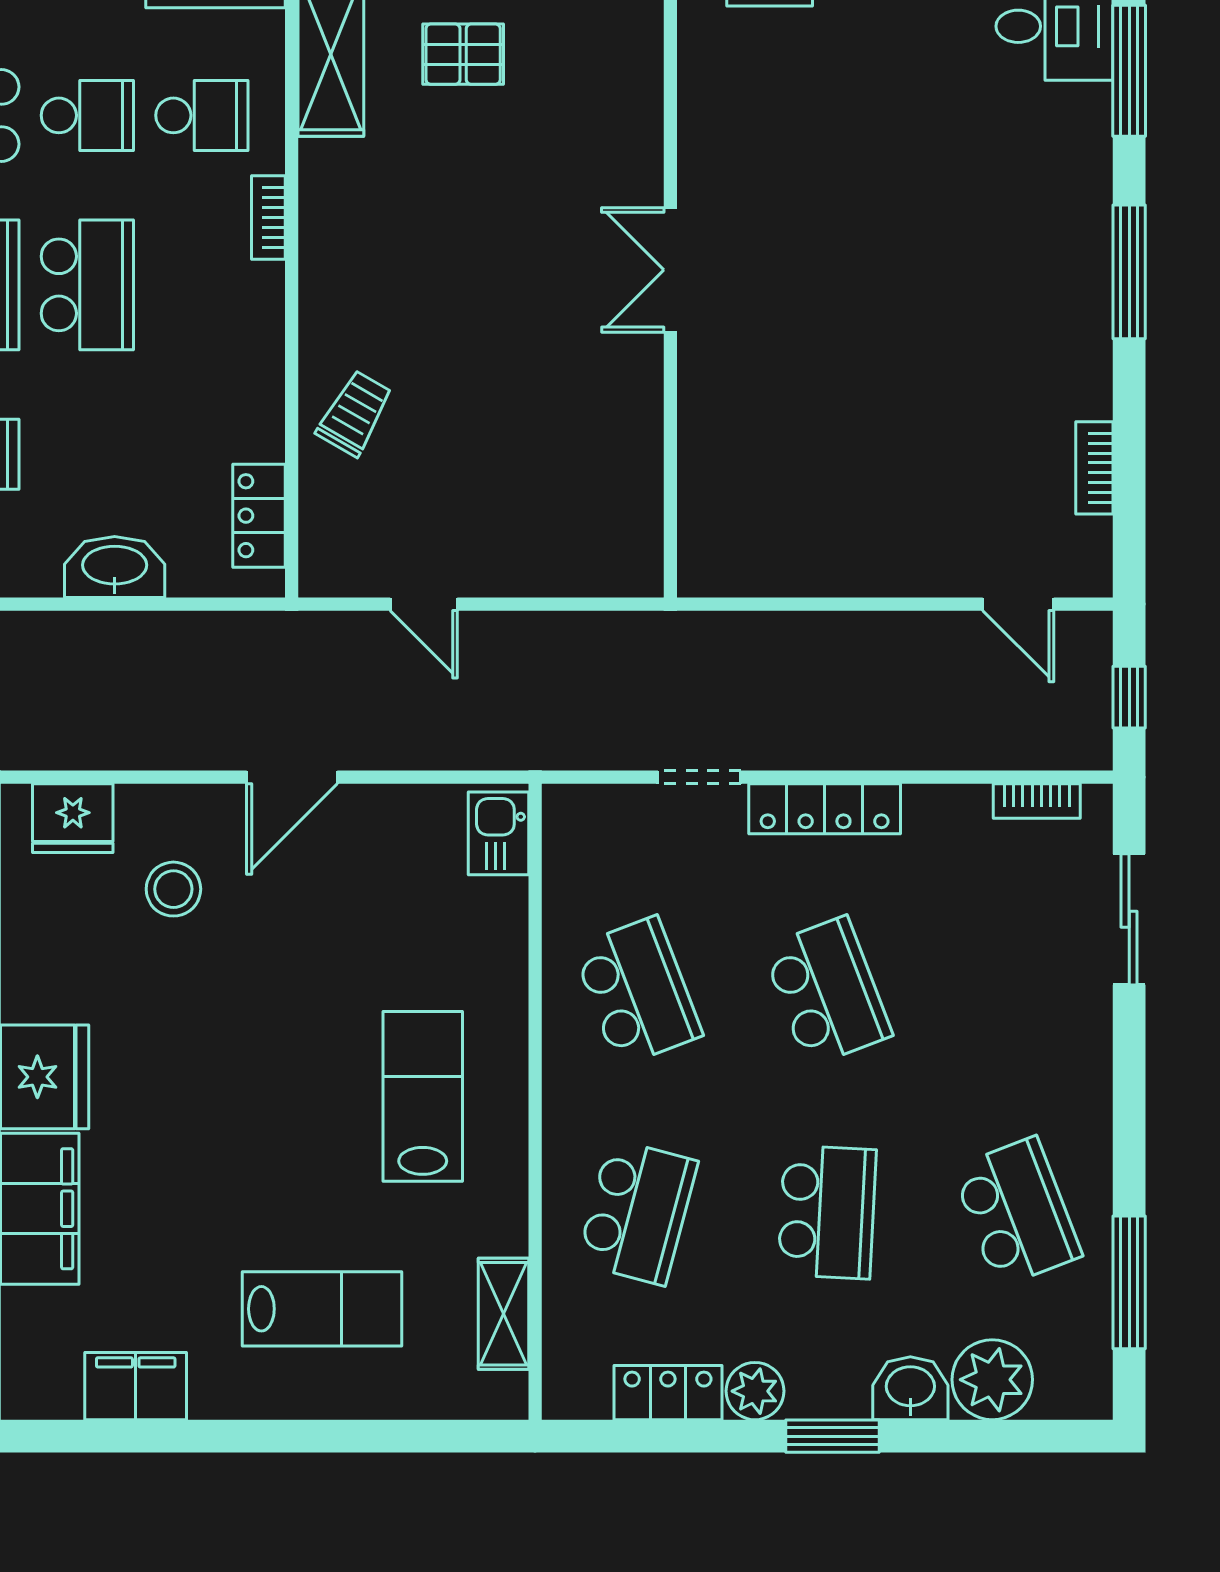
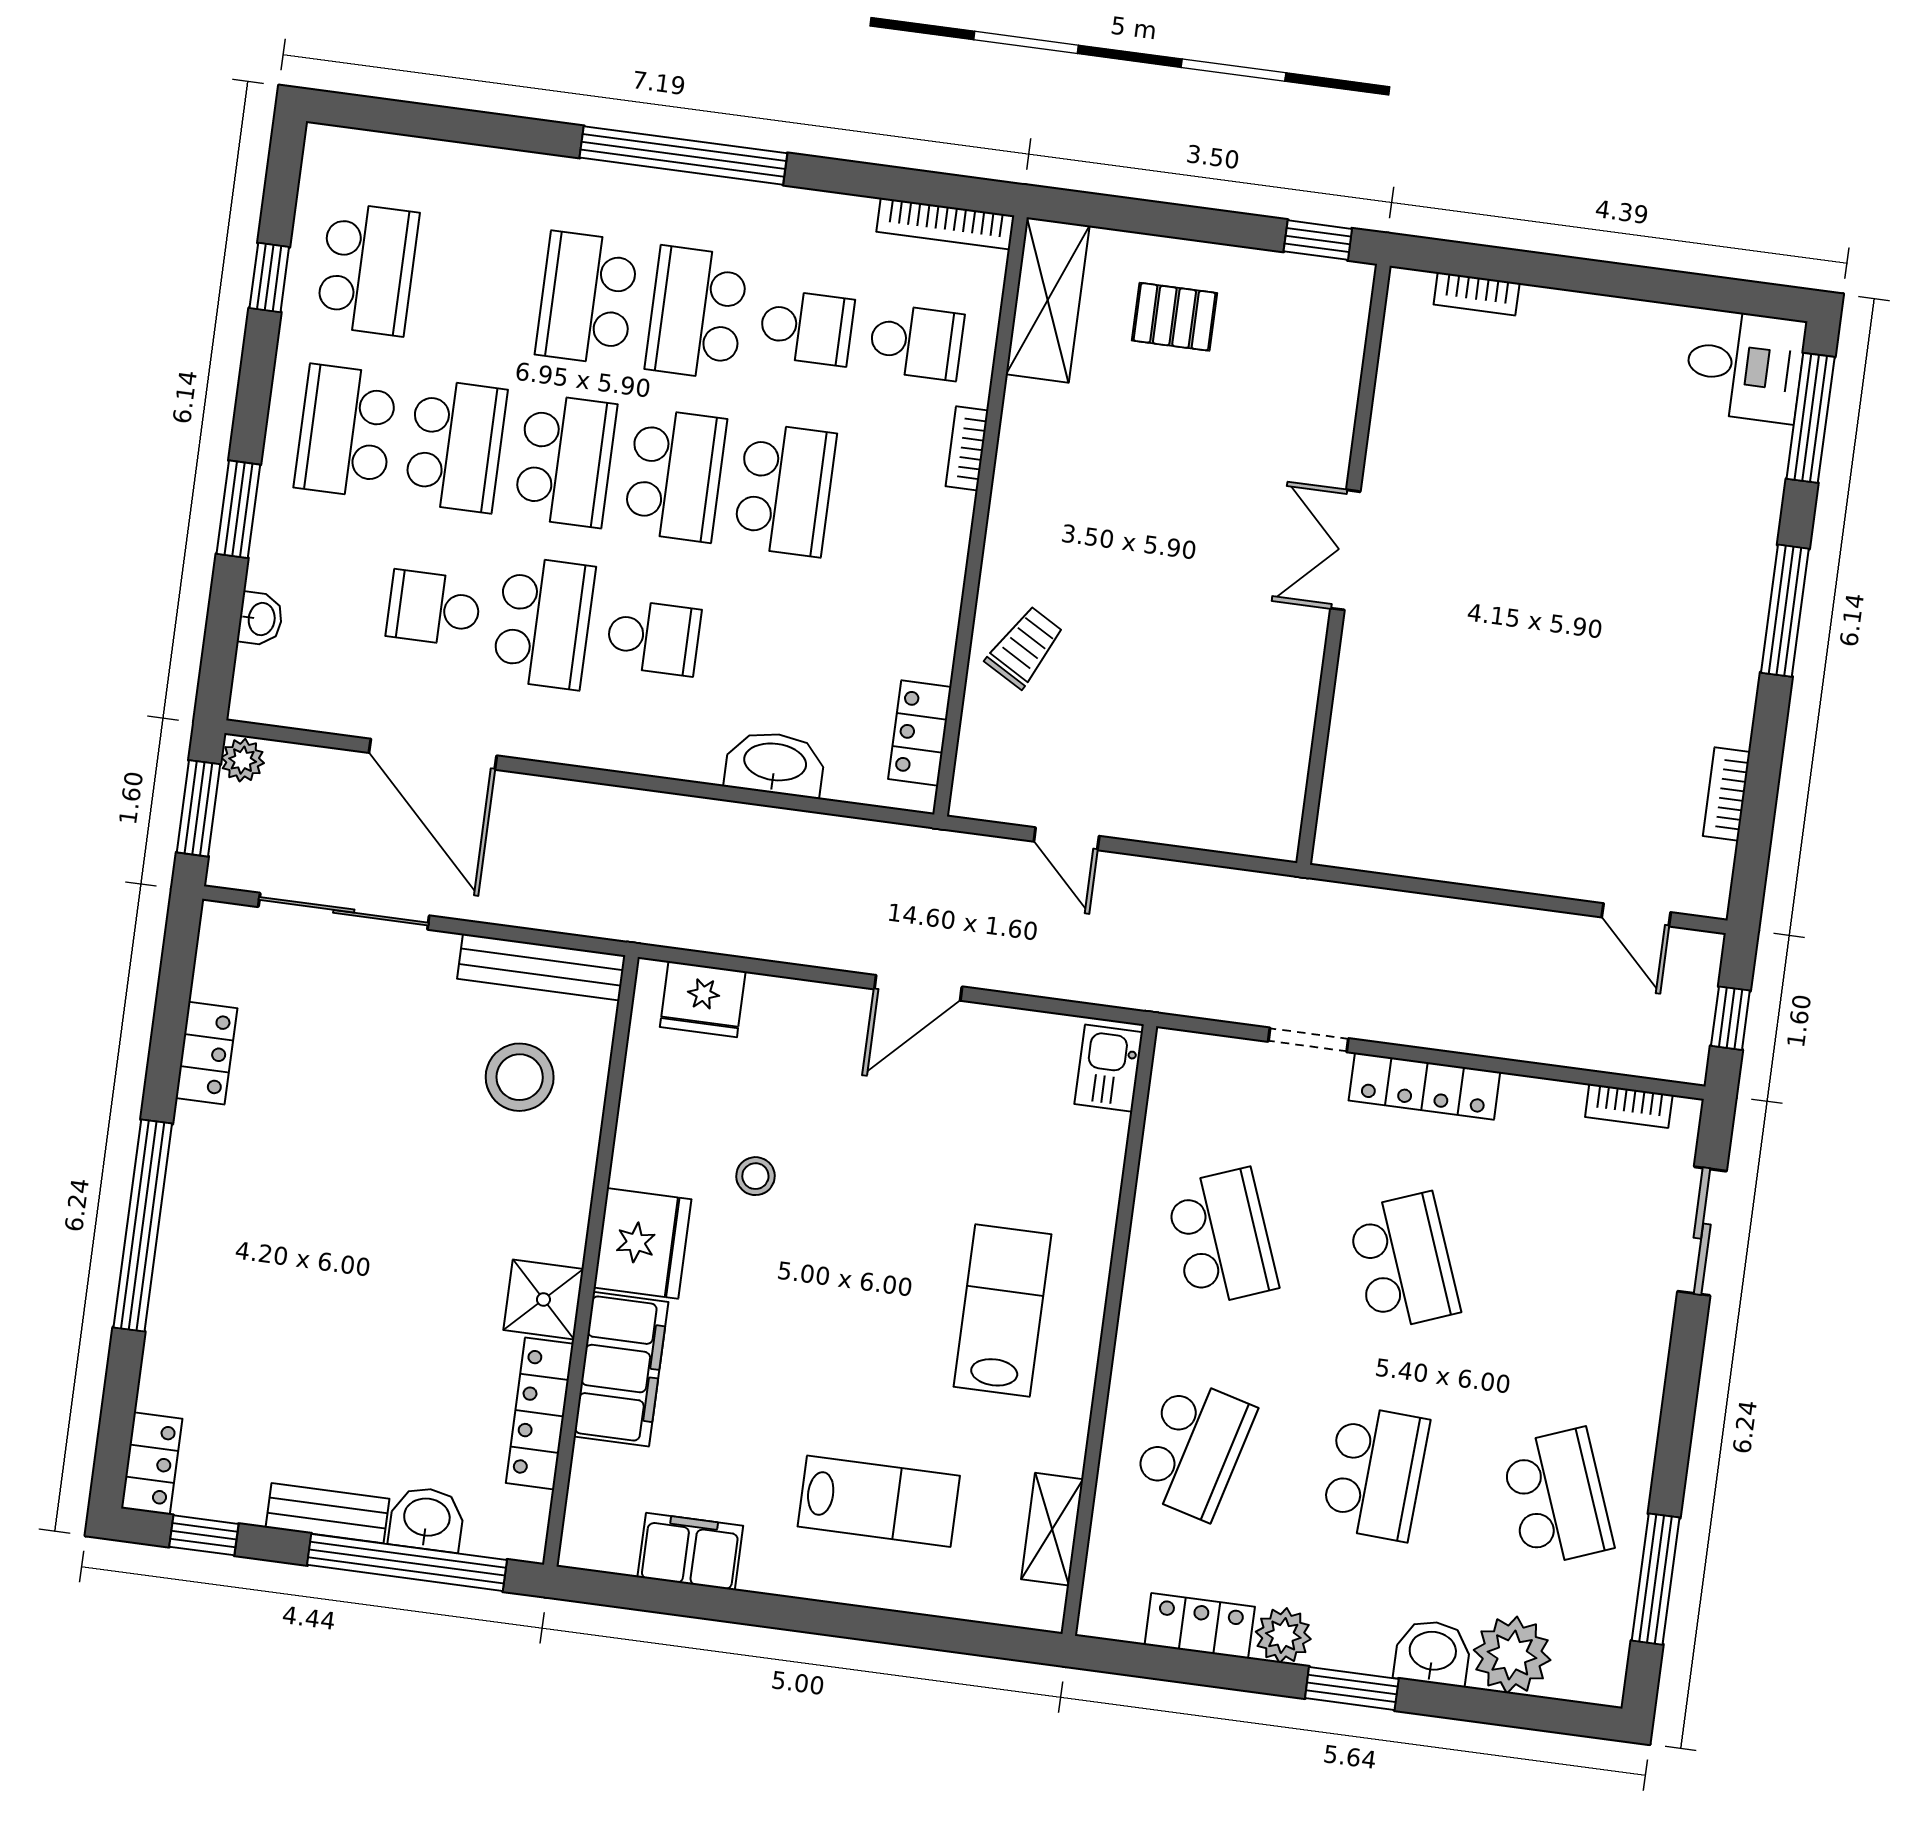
stool: (173, 889) -> (755, 1176), moved, width x0.73, depth x0.73

